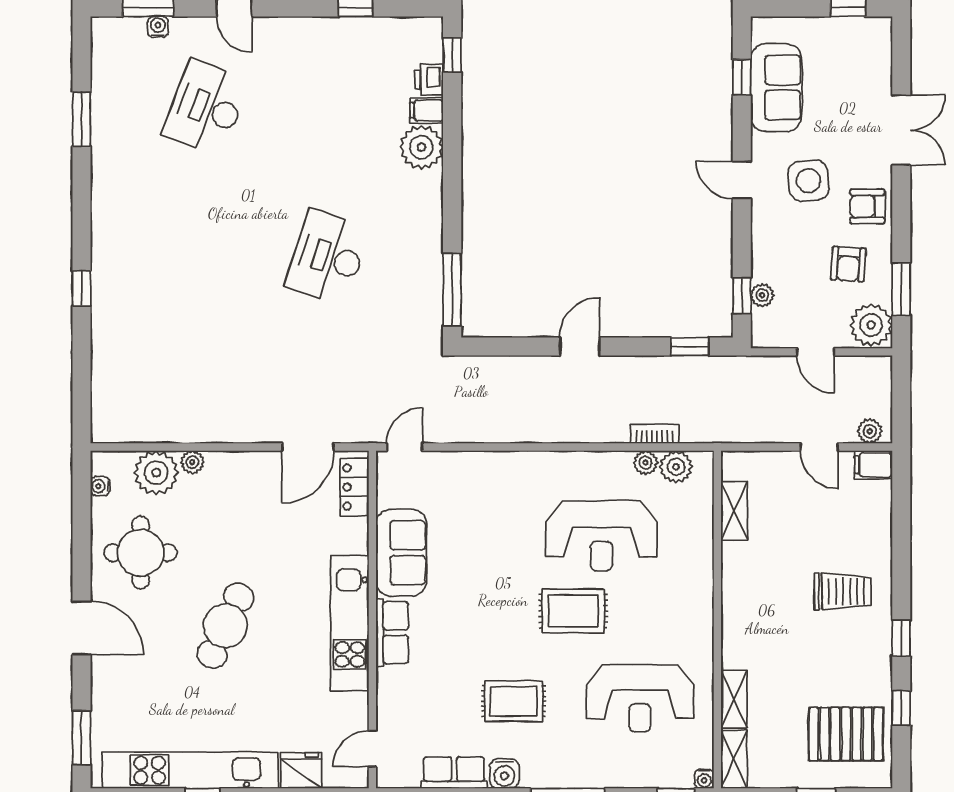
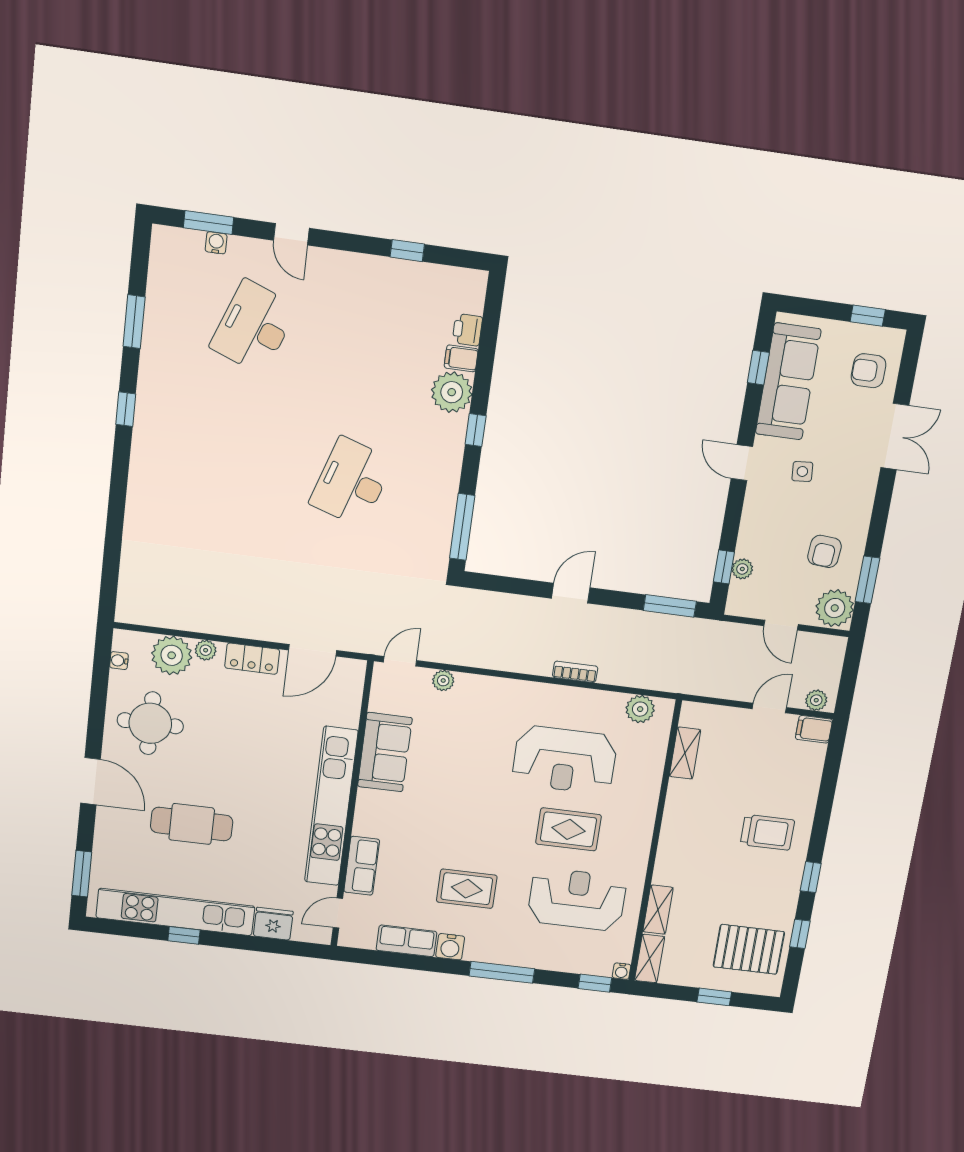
window: (452, 55) -> (476, 430), moved
sofa: (776, 87) -> (788, 382), width x1.36
side table: (809, 181) -> (802, 471), width x0.54, depth x0.54
armchair: (867, 206) -> (869, 371), moved
window: (82, 288) -> (126, 409), moved
window: (690, 346) -> (670, 606), width x1.50
bookcase: (655, 434) -> (575, 672), moved
door: (819, 447) -> (769, 708), swing flipped
plant: (646, 463) -> (443, 681), moved
locker: (354, 487) -> (252, 659), moved, turned -90
rug: (573, 611) -> (568, 829), moved
kitchen unit: (350, 623) -> (331, 806), width x1.36
cafe table: (225, 626) -> (192, 824), moved, turned 65
row of seats: (392, 633) -> (362, 866), moved
reception desk: (640, 698) -> (577, 899), turned 180

